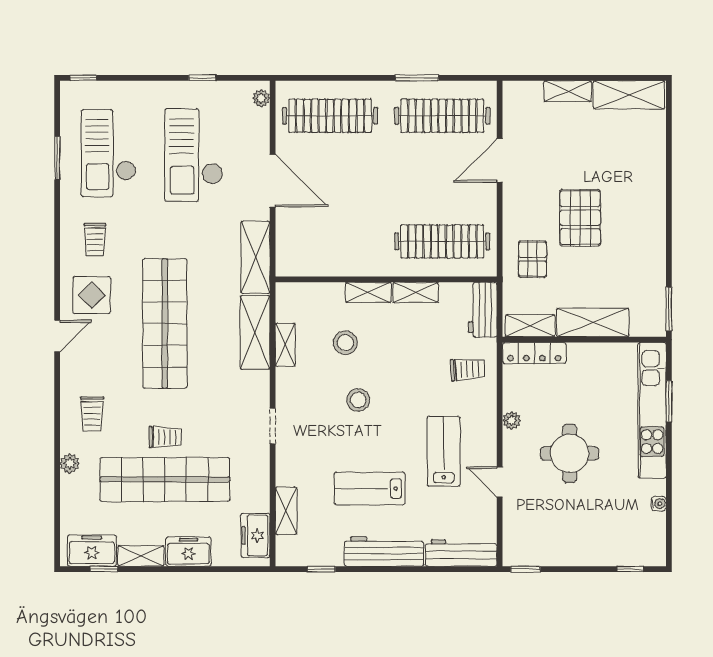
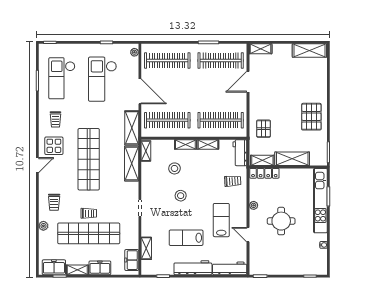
shelving: (568, 91) -> (261, 49), moved
pallet: (580, 218) -> (311, 117), moved
clothes rail: (330, 241) -> (167, 120), added
shelving: (285, 345) -> (146, 151), moved

